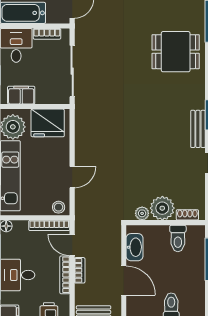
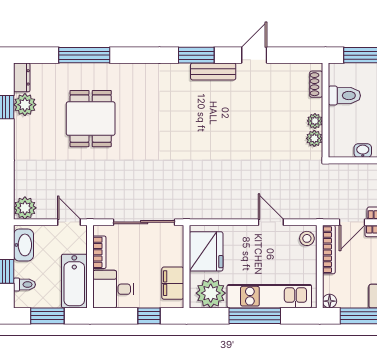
dining table: (176, 52) -> (91, 119), moved
plant: (162, 208) -> (315, 121), width x0.53, depth x0.53
washbasin: (135, 247) -> (363, 151), width x0.52, depth x0.69

